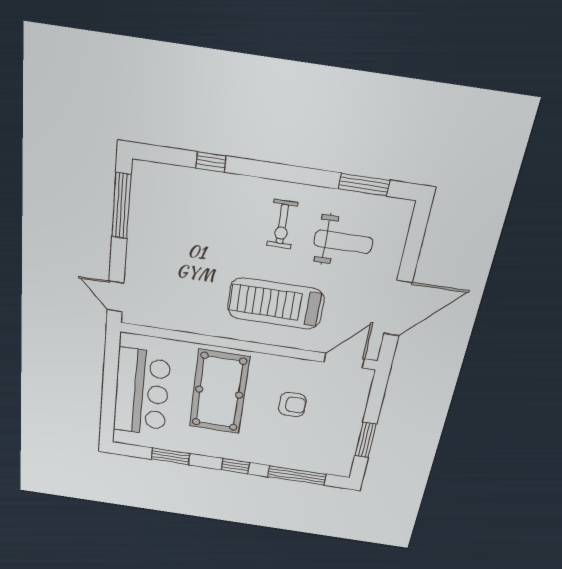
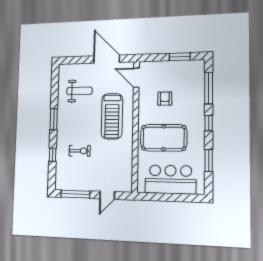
window: (364, 185) -> (54, 119), moved
exercise bike: (282, 224) -> (80, 151), moved
weight bench: (343, 242) -> (79, 91), turned 90
door: (115, 296) -> (107, 195), moved

